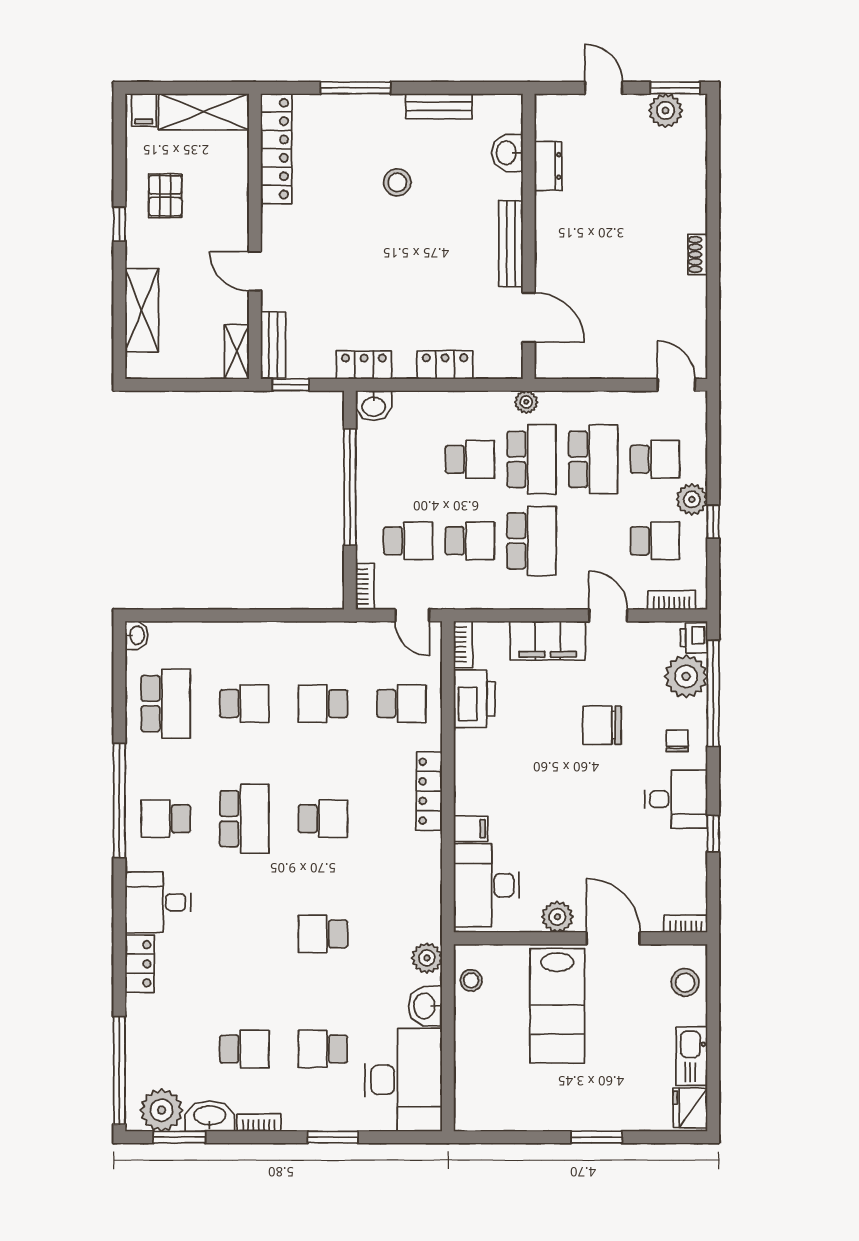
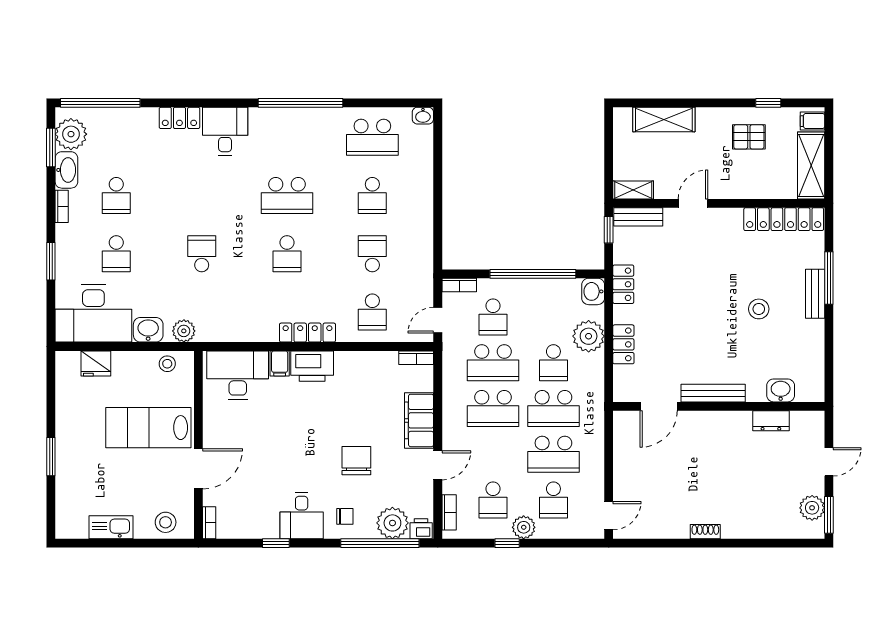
bench: (439, 106) -> (815, 294), moved
window: (119, 224) -> (768, 103), moved
plant: (526, 402) -> (589, 336), moved, width x1.88, depth x1.88
school desk: (470, 541) -> (493, 363), width x1.85
printer: (474, 699) -> (312, 366), moved
school desk: (166, 819) -> (287, 137), removed
plant: (557, 917) -> (214, 428), removed
school desk: (323, 1049) -> (116, 254), turned 180
fridge: (690, 1108) -> (96, 363), moved, turned 180

